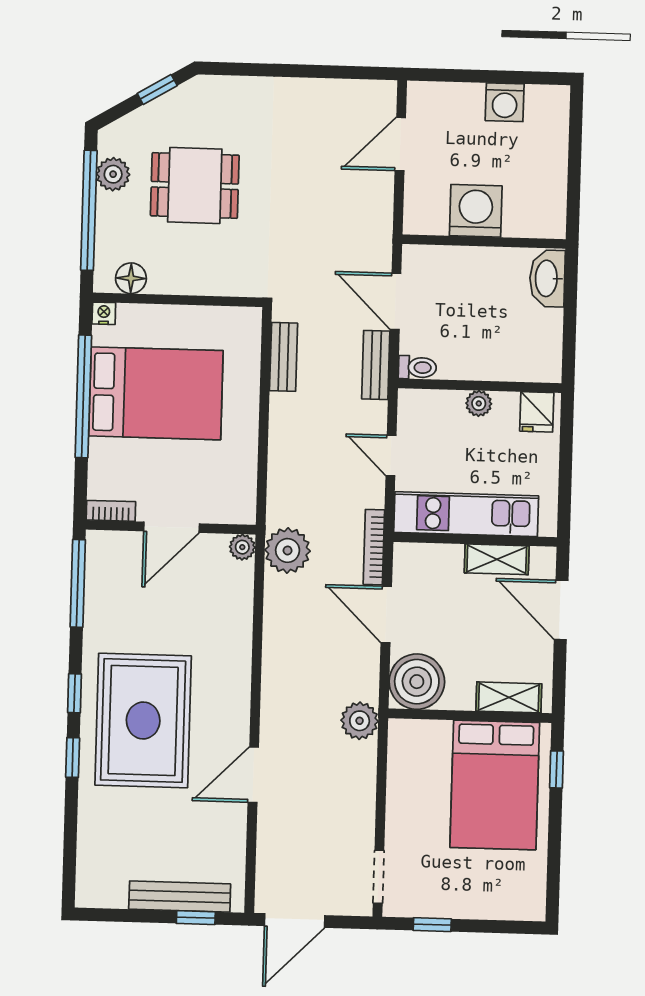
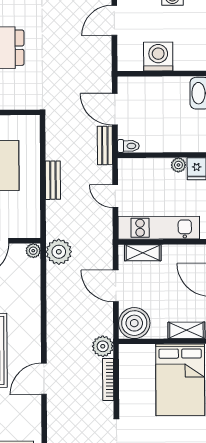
bench: (284, 357) -> (53, 180), moved
plant: (479, 403) -> (178, 165), moved
bookcase: (374, 547) -> (108, 379), moved
shelving: (497, 559) -> (143, 253), moved

